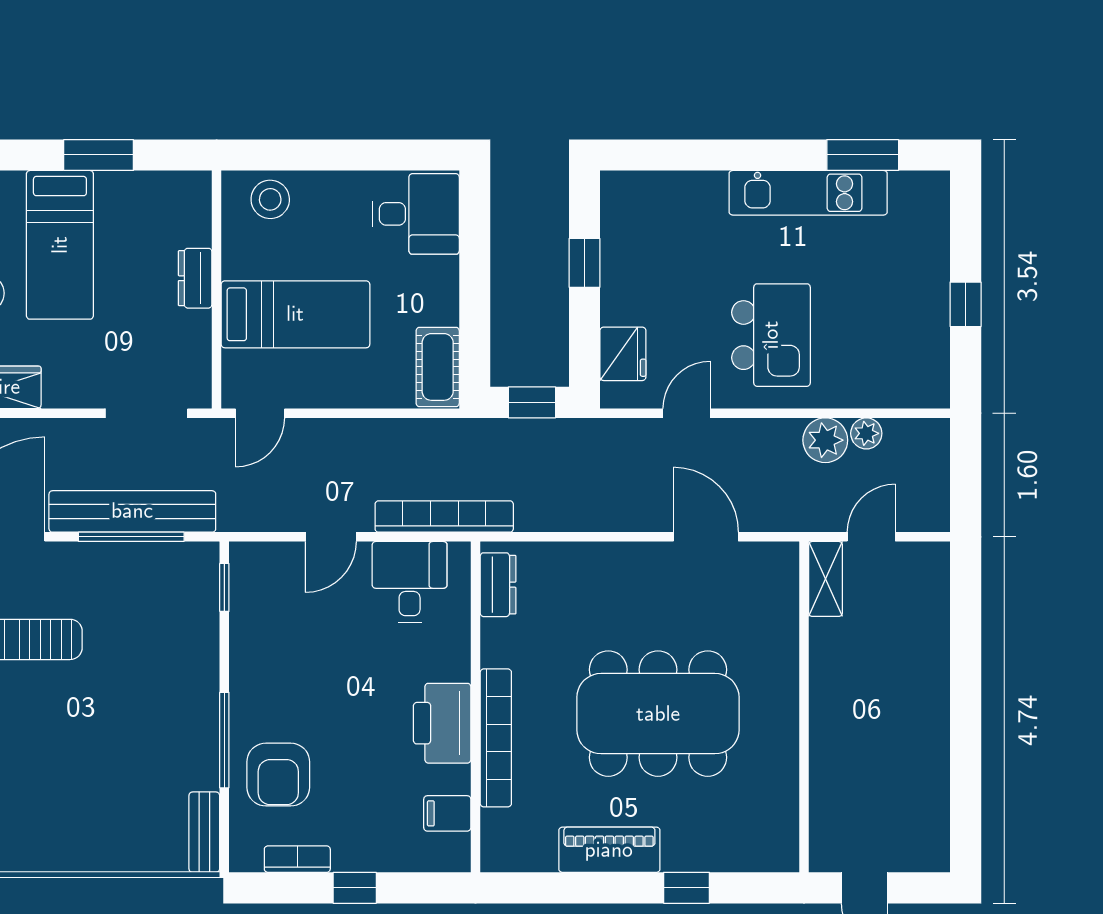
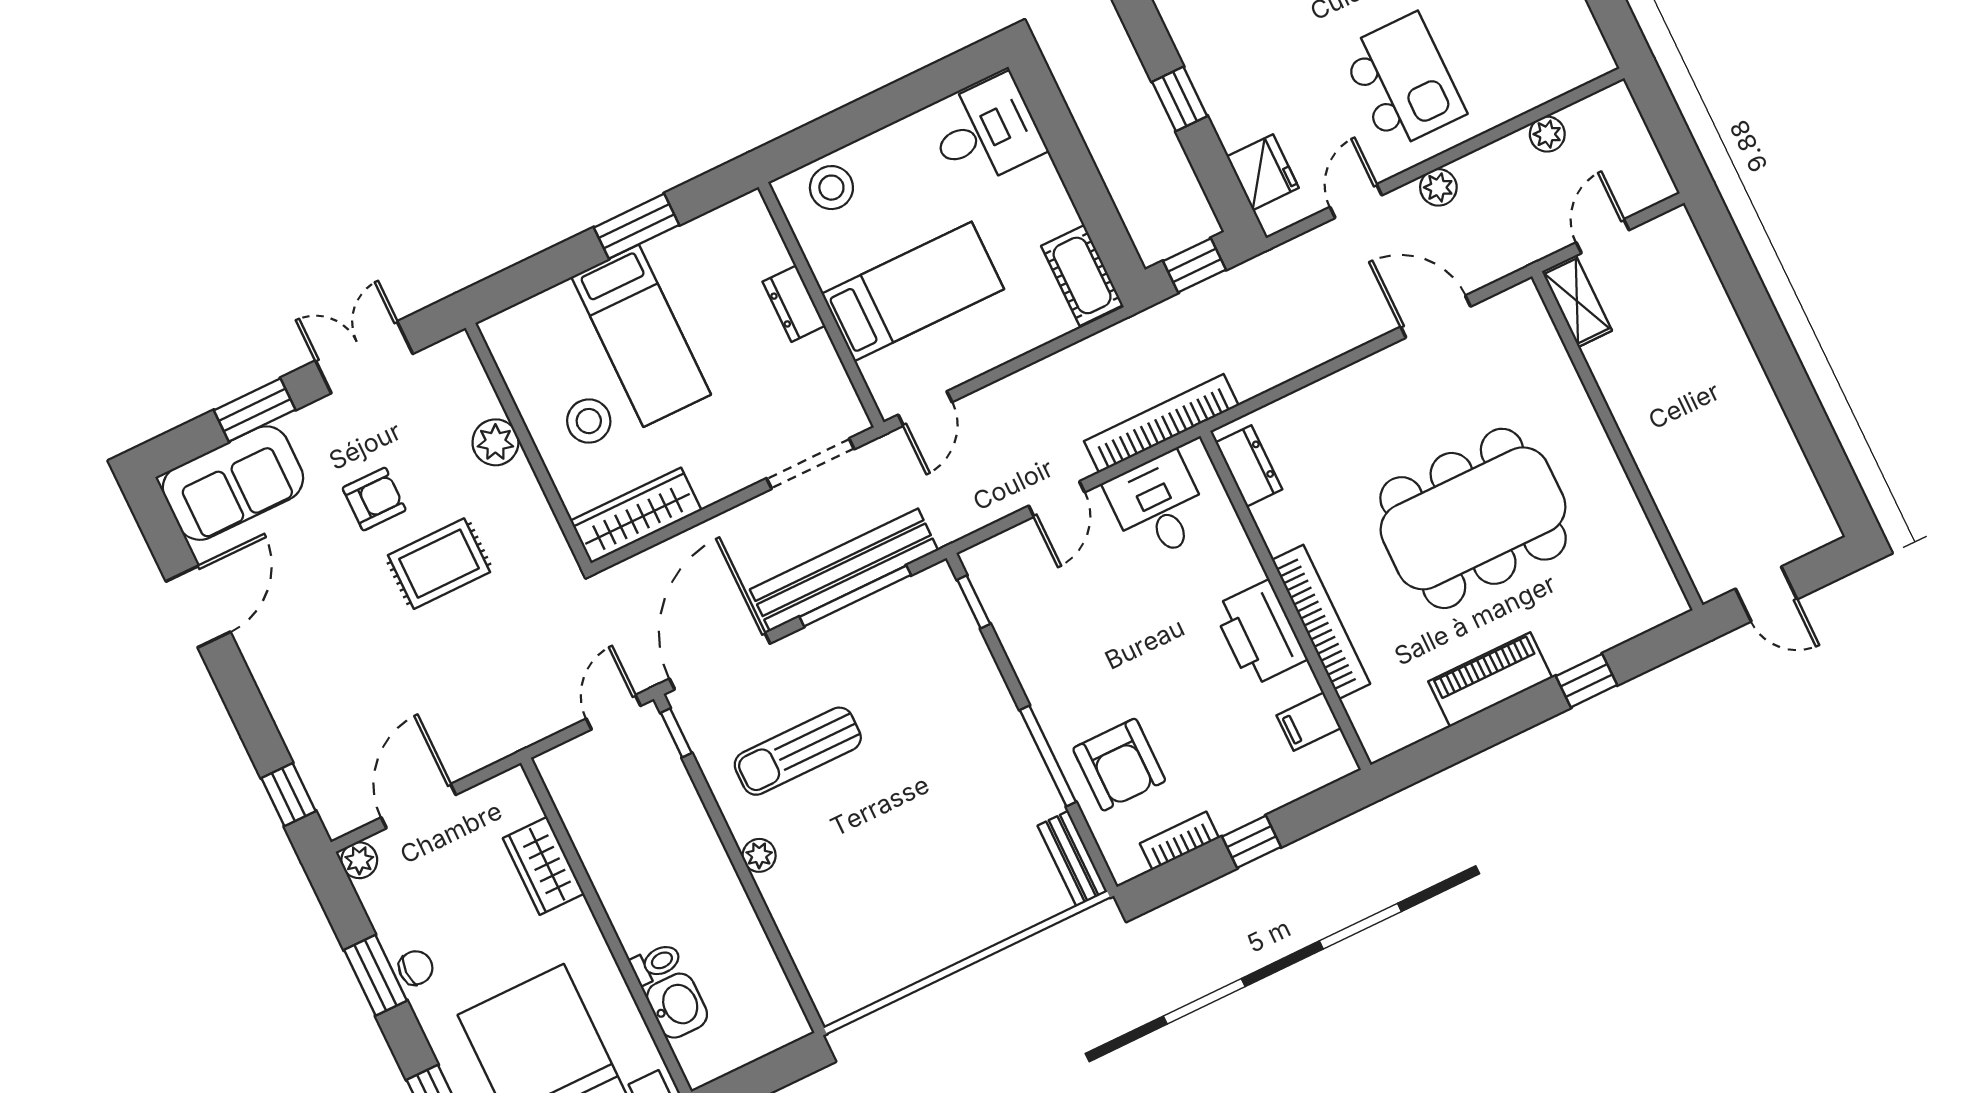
plant: (825, 440) -> (1438, 187), moved, width x0.73, depth x0.73

